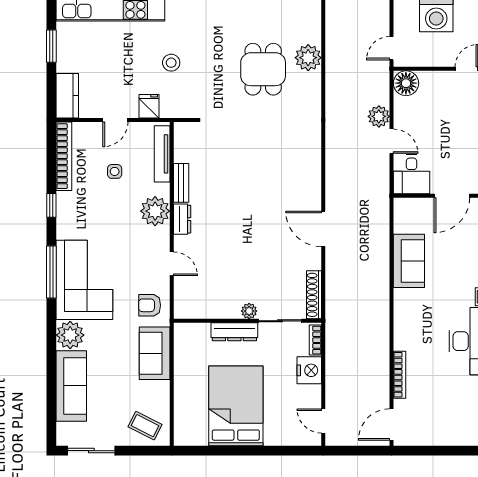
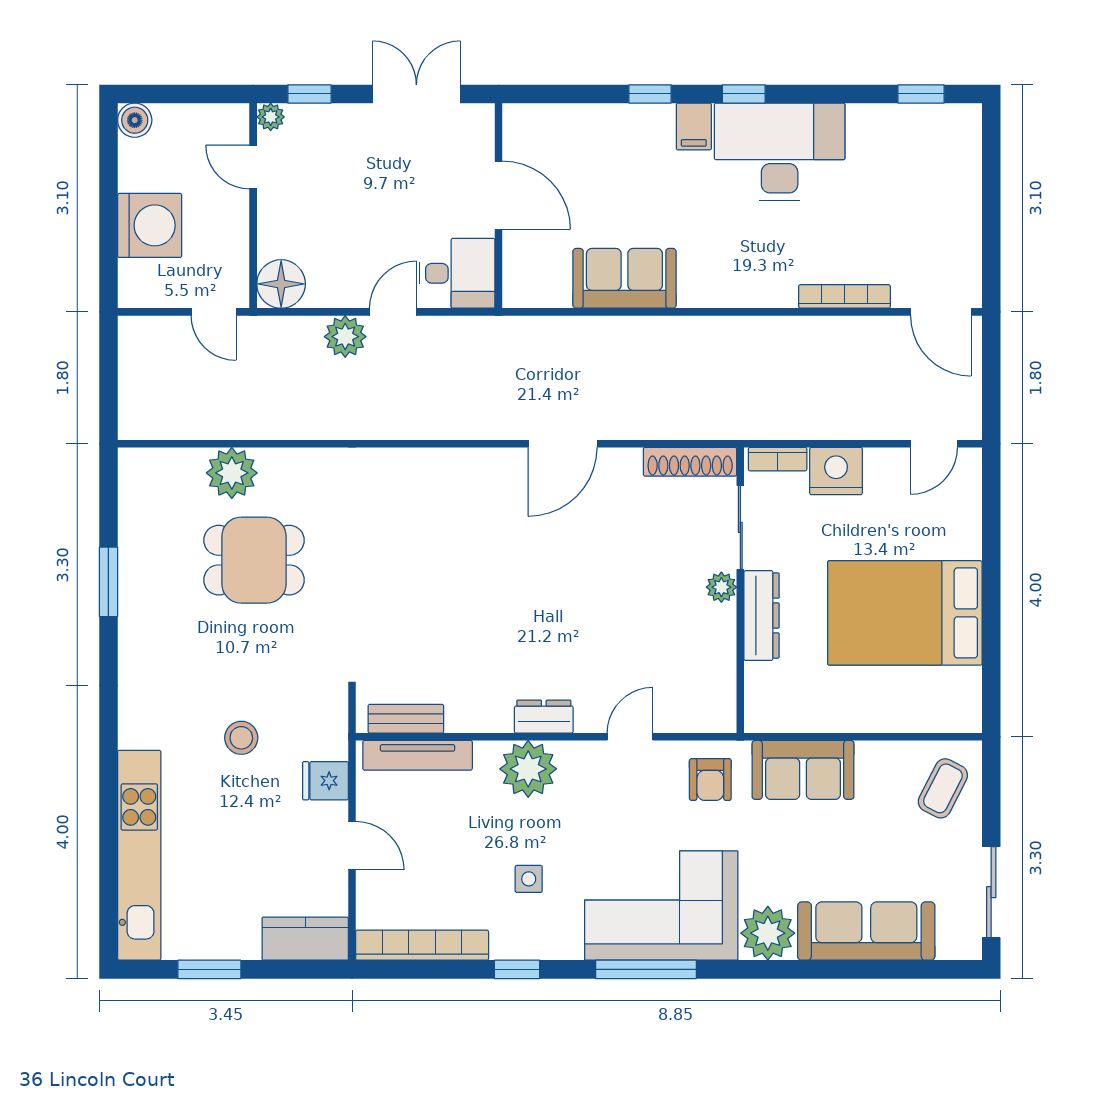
side table: (115, 171) -> (529, 879), moved
bench: (181, 183) -> (406, 719), moved

